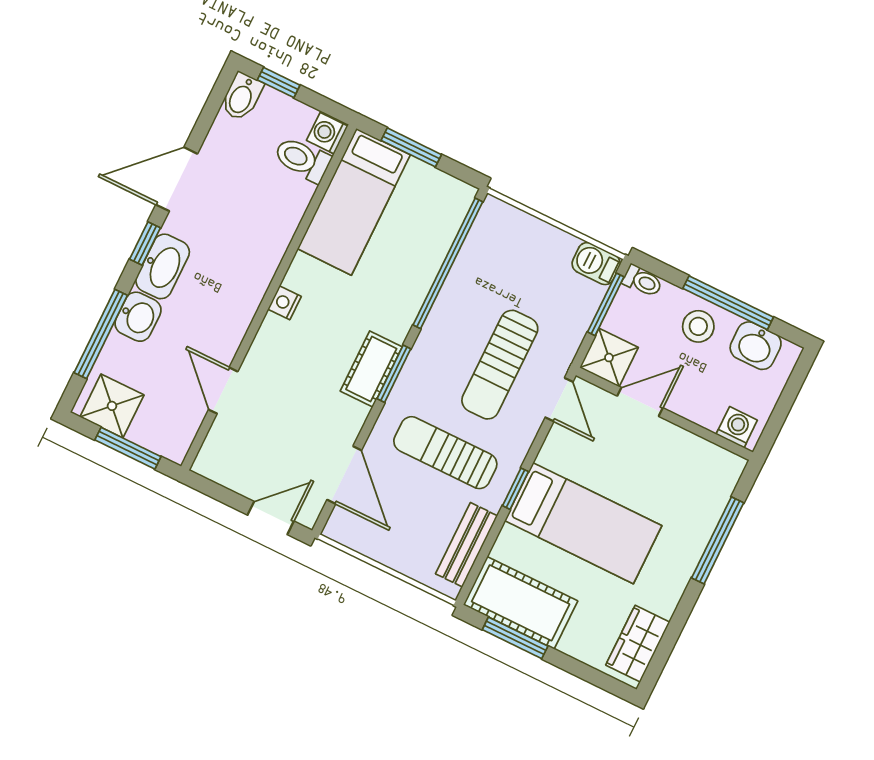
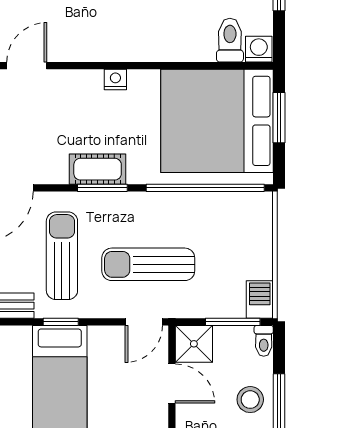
bed: (354, 202) -> (217, 121), width x2.04

